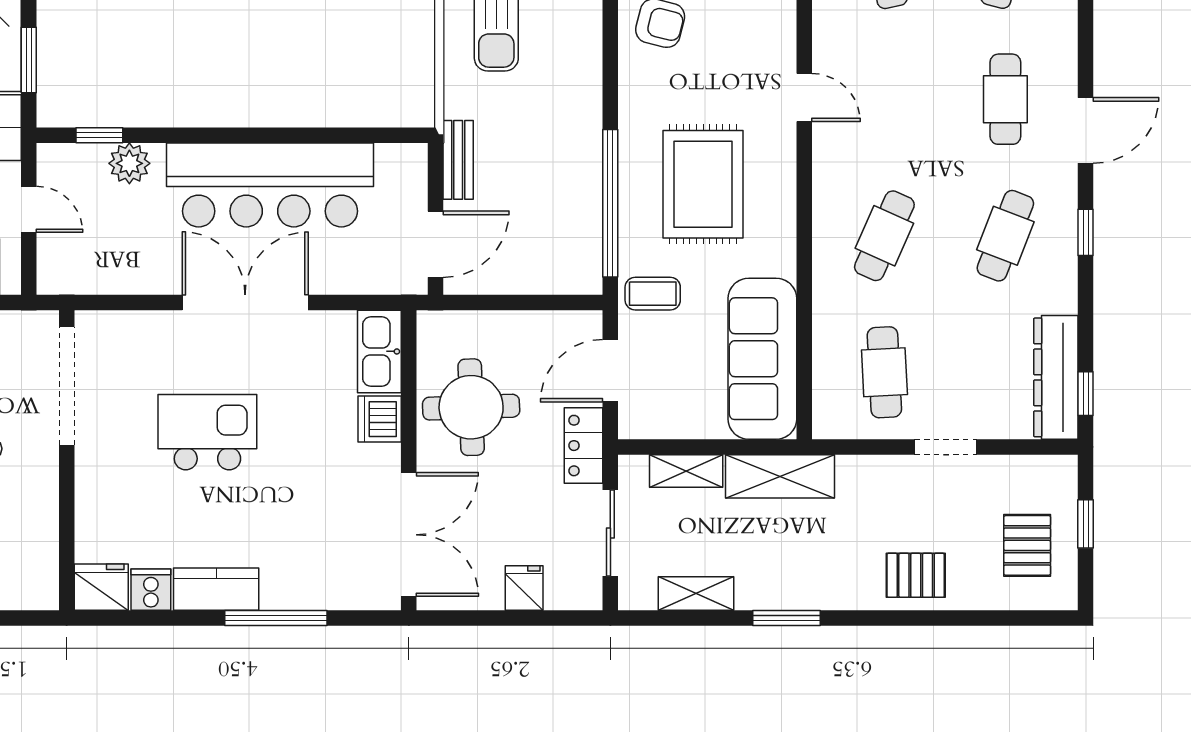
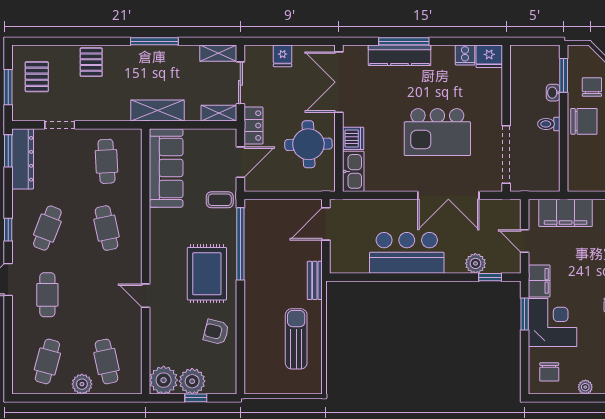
bench: (458, 160) -> (315, 280), moved
rug: (703, 184) -> (207, 274), moved
bar counter: (270, 185) -> (407, 253), width x0.73
cafe table: (884, 236) -> (106, 228), turned -36
double door: (245, 302) -> (448, 195), moved
window: (1086, 394) -> (8, 151), width x1.50
kitchen island: (207, 432) -> (437, 132), width x1.37, depth x1.28
doorway: (945, 447) -> (60, 125), moved
shelving: (686, 471) -> (219, 113), moved
window: (1086, 524) -> (8, 87), width x1.50
pallet: (916, 575) -> (91, 62), turned 90
kitchen counter: (216, 589) -> (400, 55), moved, width x1.50
shelving: (696, 593) -> (218, 53), moved
window: (786, 618) -> (154, 41), width x1.44

